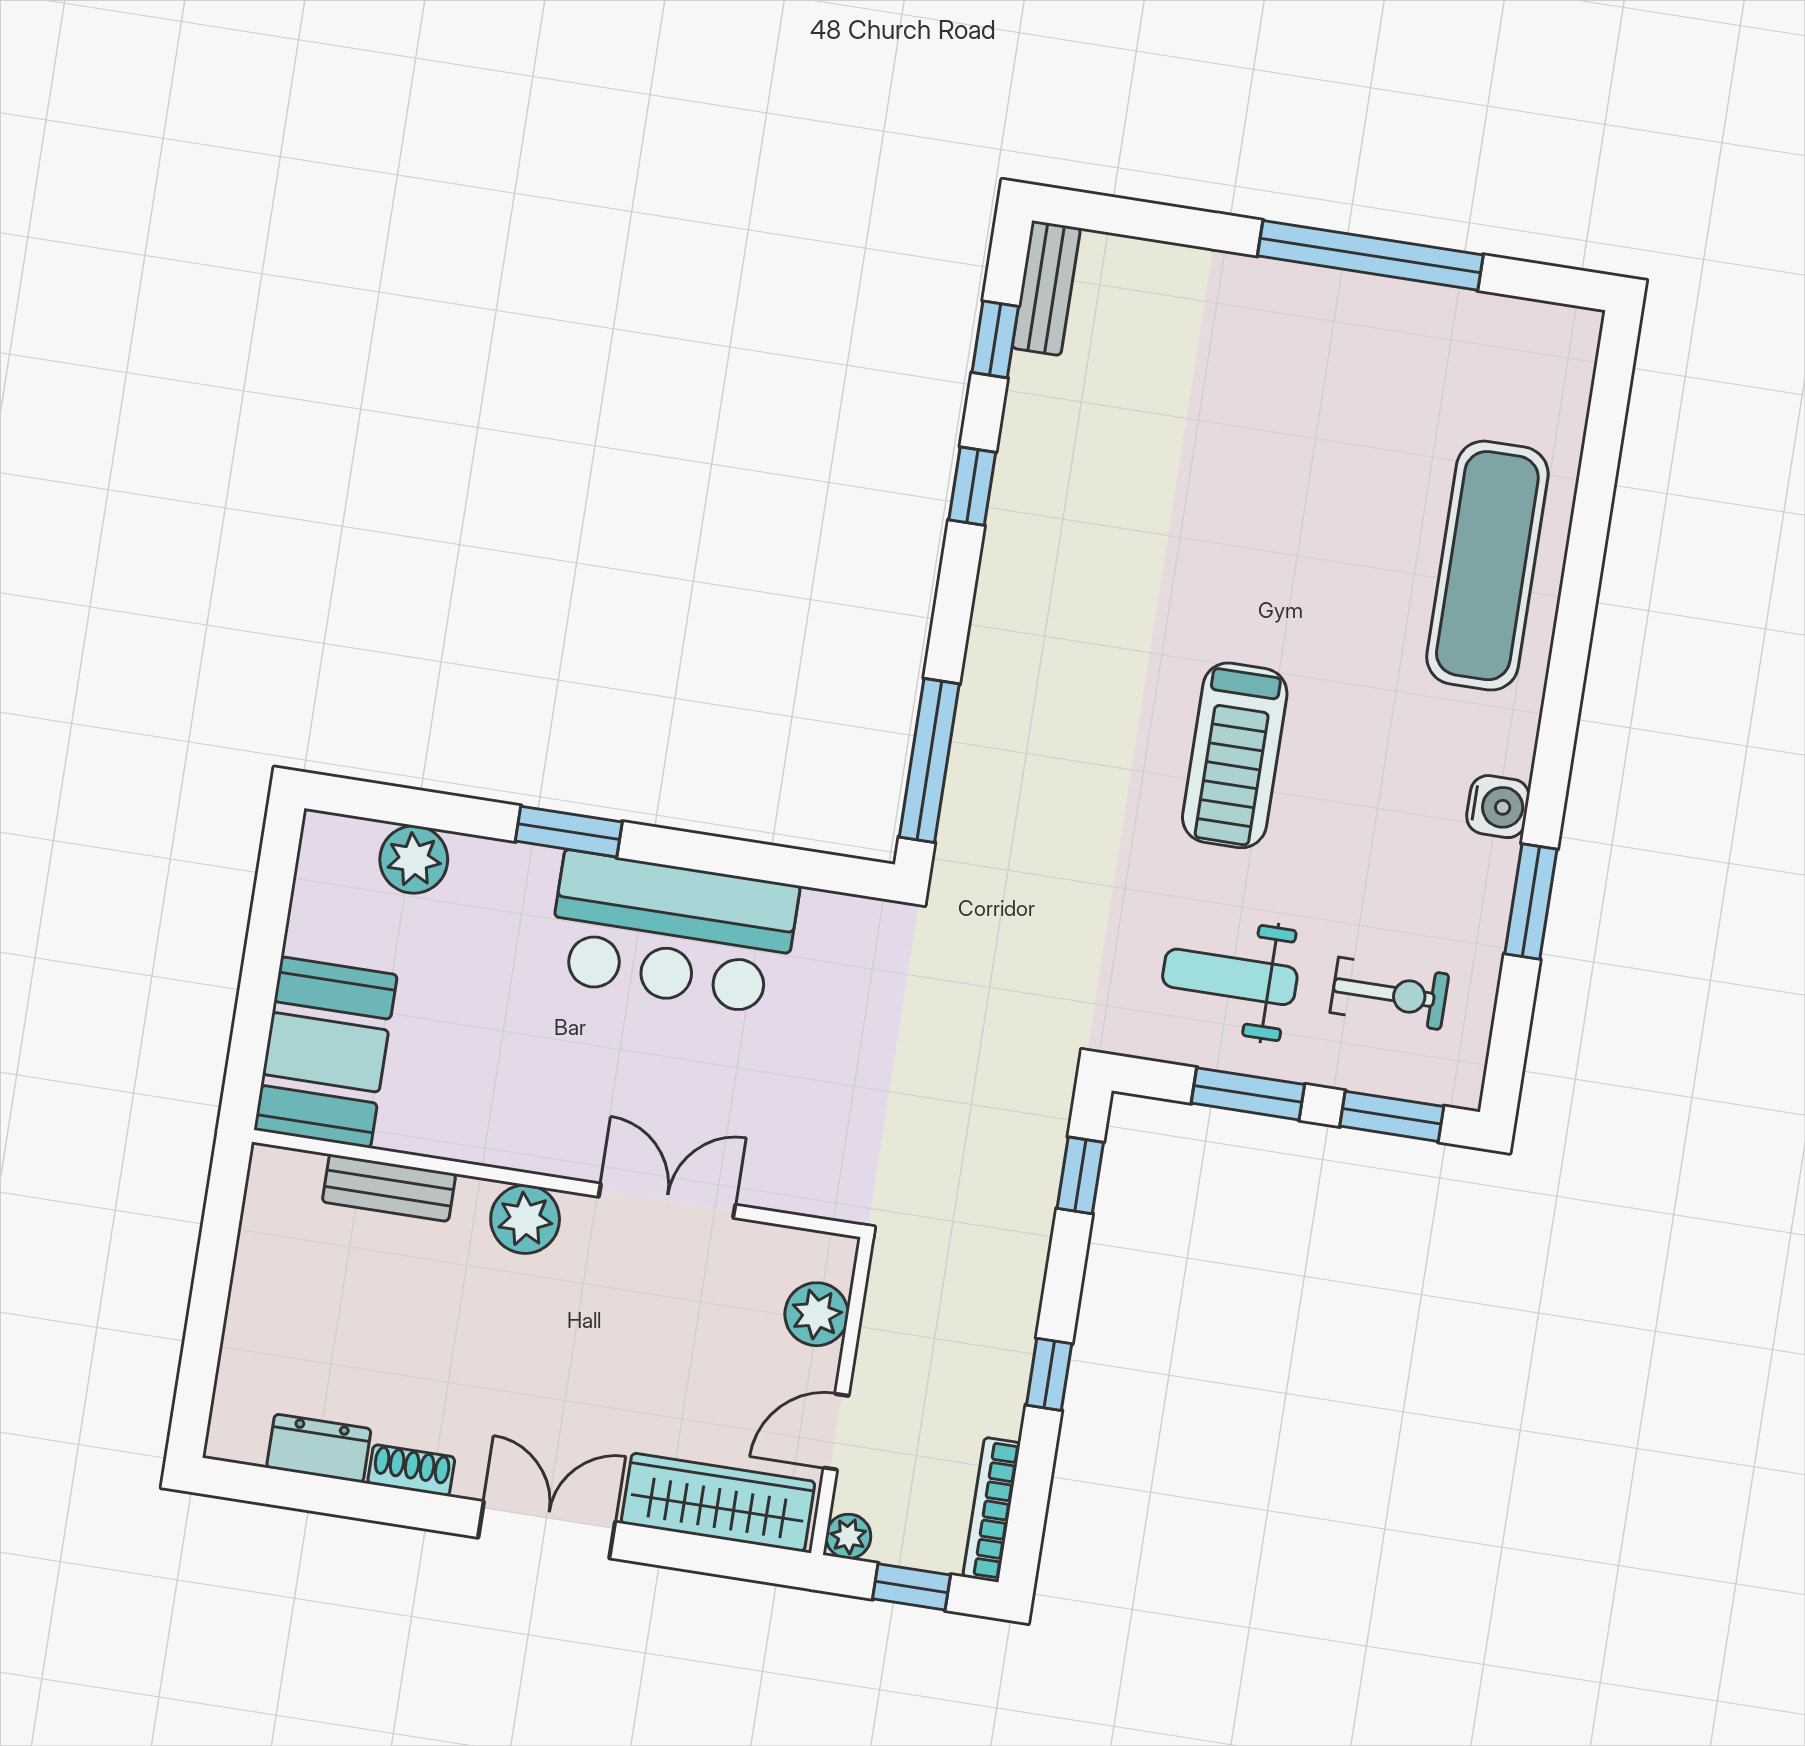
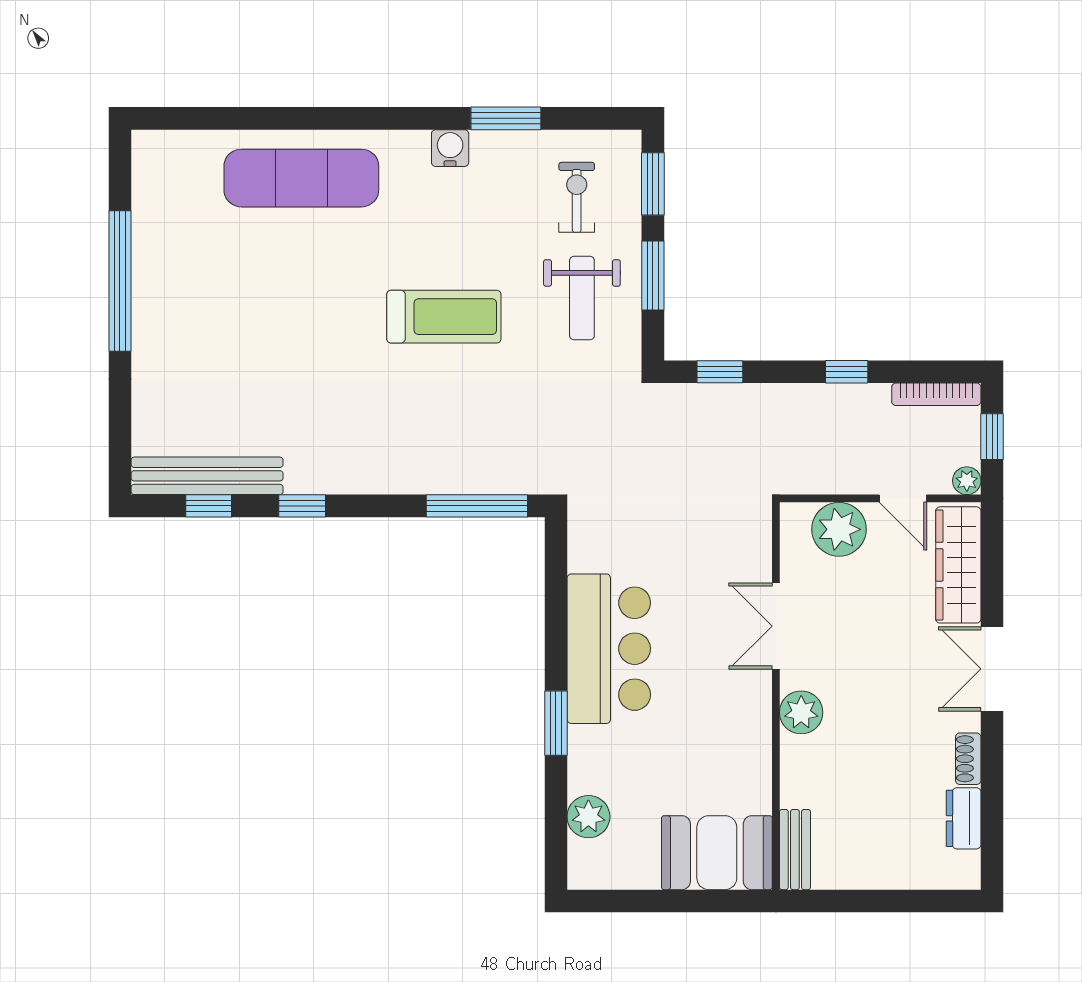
bench: (1046, 288) -> (207, 476), width x1.86, depth x1.21
bench: (389, 1188) -> (795, 850), moved
plant: (817, 1314) -> (839, 529), width x1.36, depth x1.36

